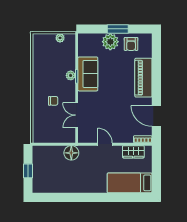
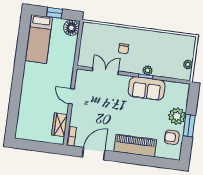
door: (105, 144) -> (71, 96), swing flipped
floor lamp: (71, 153) -> (71, 28), moved
bed: (130, 183) -> (39, 39), moved, turned 180

